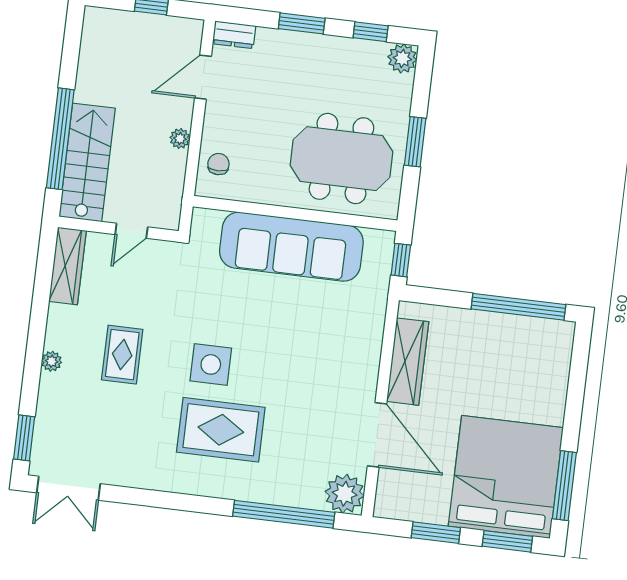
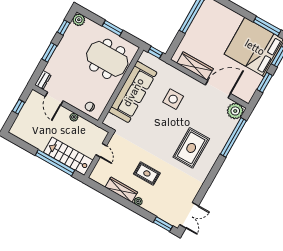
meeting table: (341, 159) -> (107, 59), turned 90
wardrobe: (67, 266) -> (121, 190), moved
side table: (211, 364) -> (173, 99), moved

